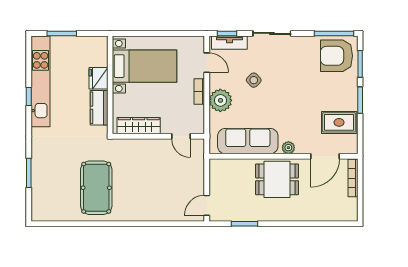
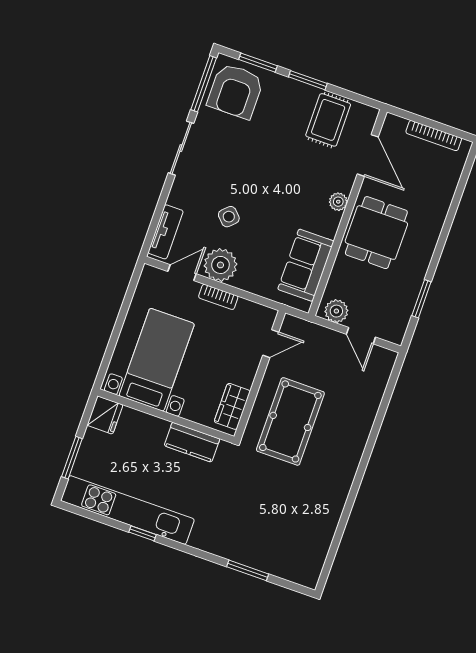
window: (227, 33) -> (152, 231), removed
sliding door: (272, 33) -> (181, 148), moved
fridge: (98, 78) -> (105, 415), moved, turned -90
plant: (220, 100) -> (220, 265), moved
wardrobe: (139, 126) -> (232, 406), width x0.67
sofa: (248, 141) -> (306, 265), width x0.73
plant: (217, 171) -> (336, 311), added
bookcase: (353, 178) -> (434, 136), moved
pool table: (96, 188) -> (290, 421), moved, turned 90
door: (207, 205) -> (361, 336), moved

